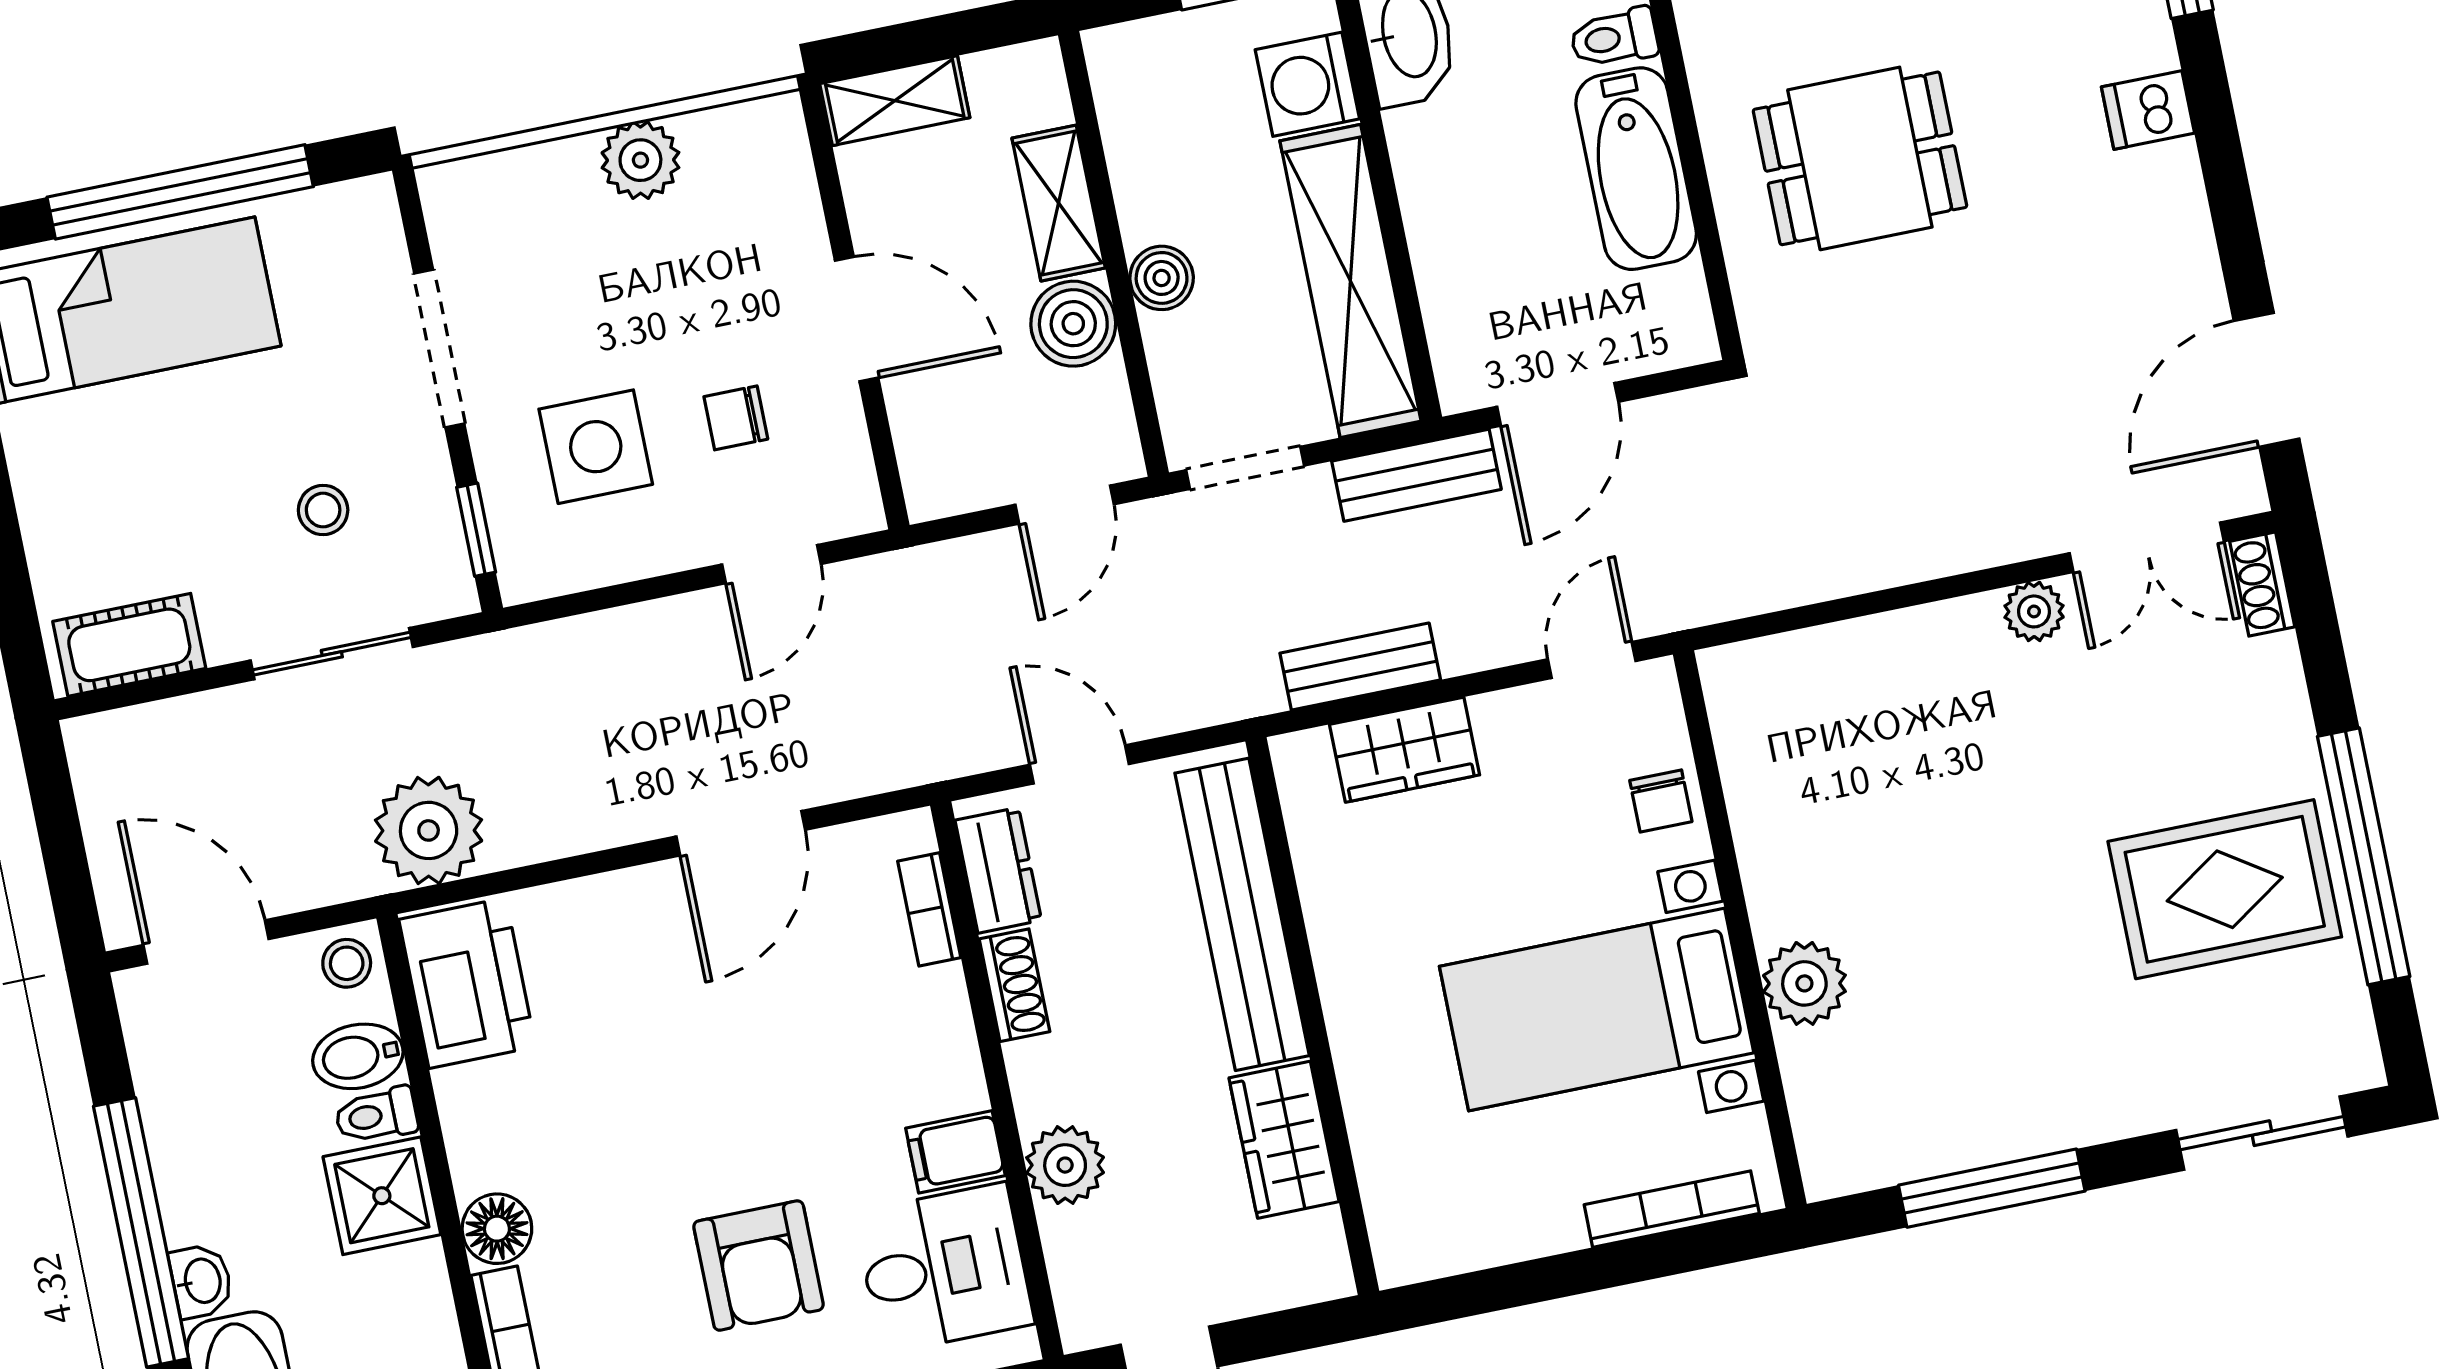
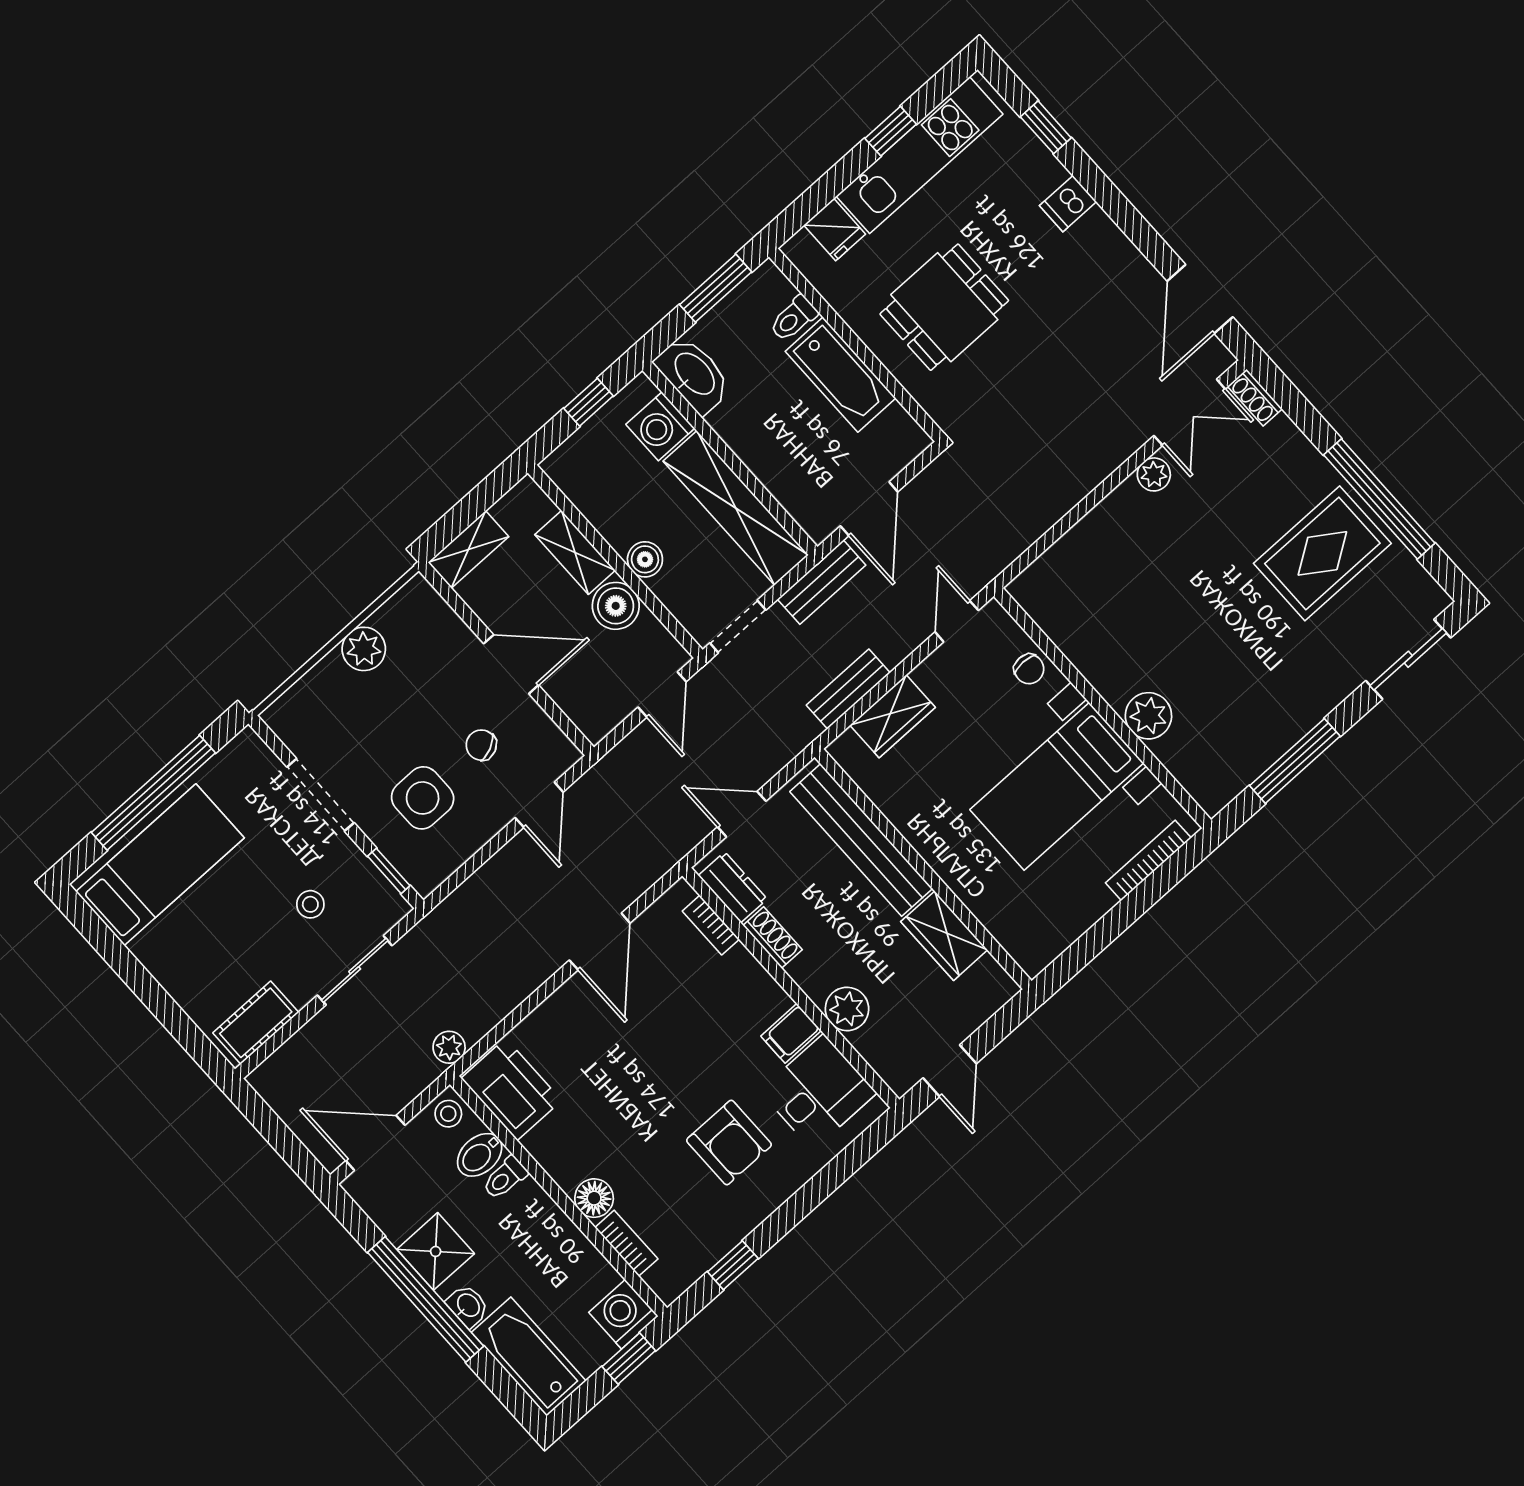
chair: (736, 418) -> (481, 745), turned 65
plant: (429, 830) -> (449, 1047), width x0.53, depth x0.53
shower: (382, 1196) -> (436, 1251), moved

